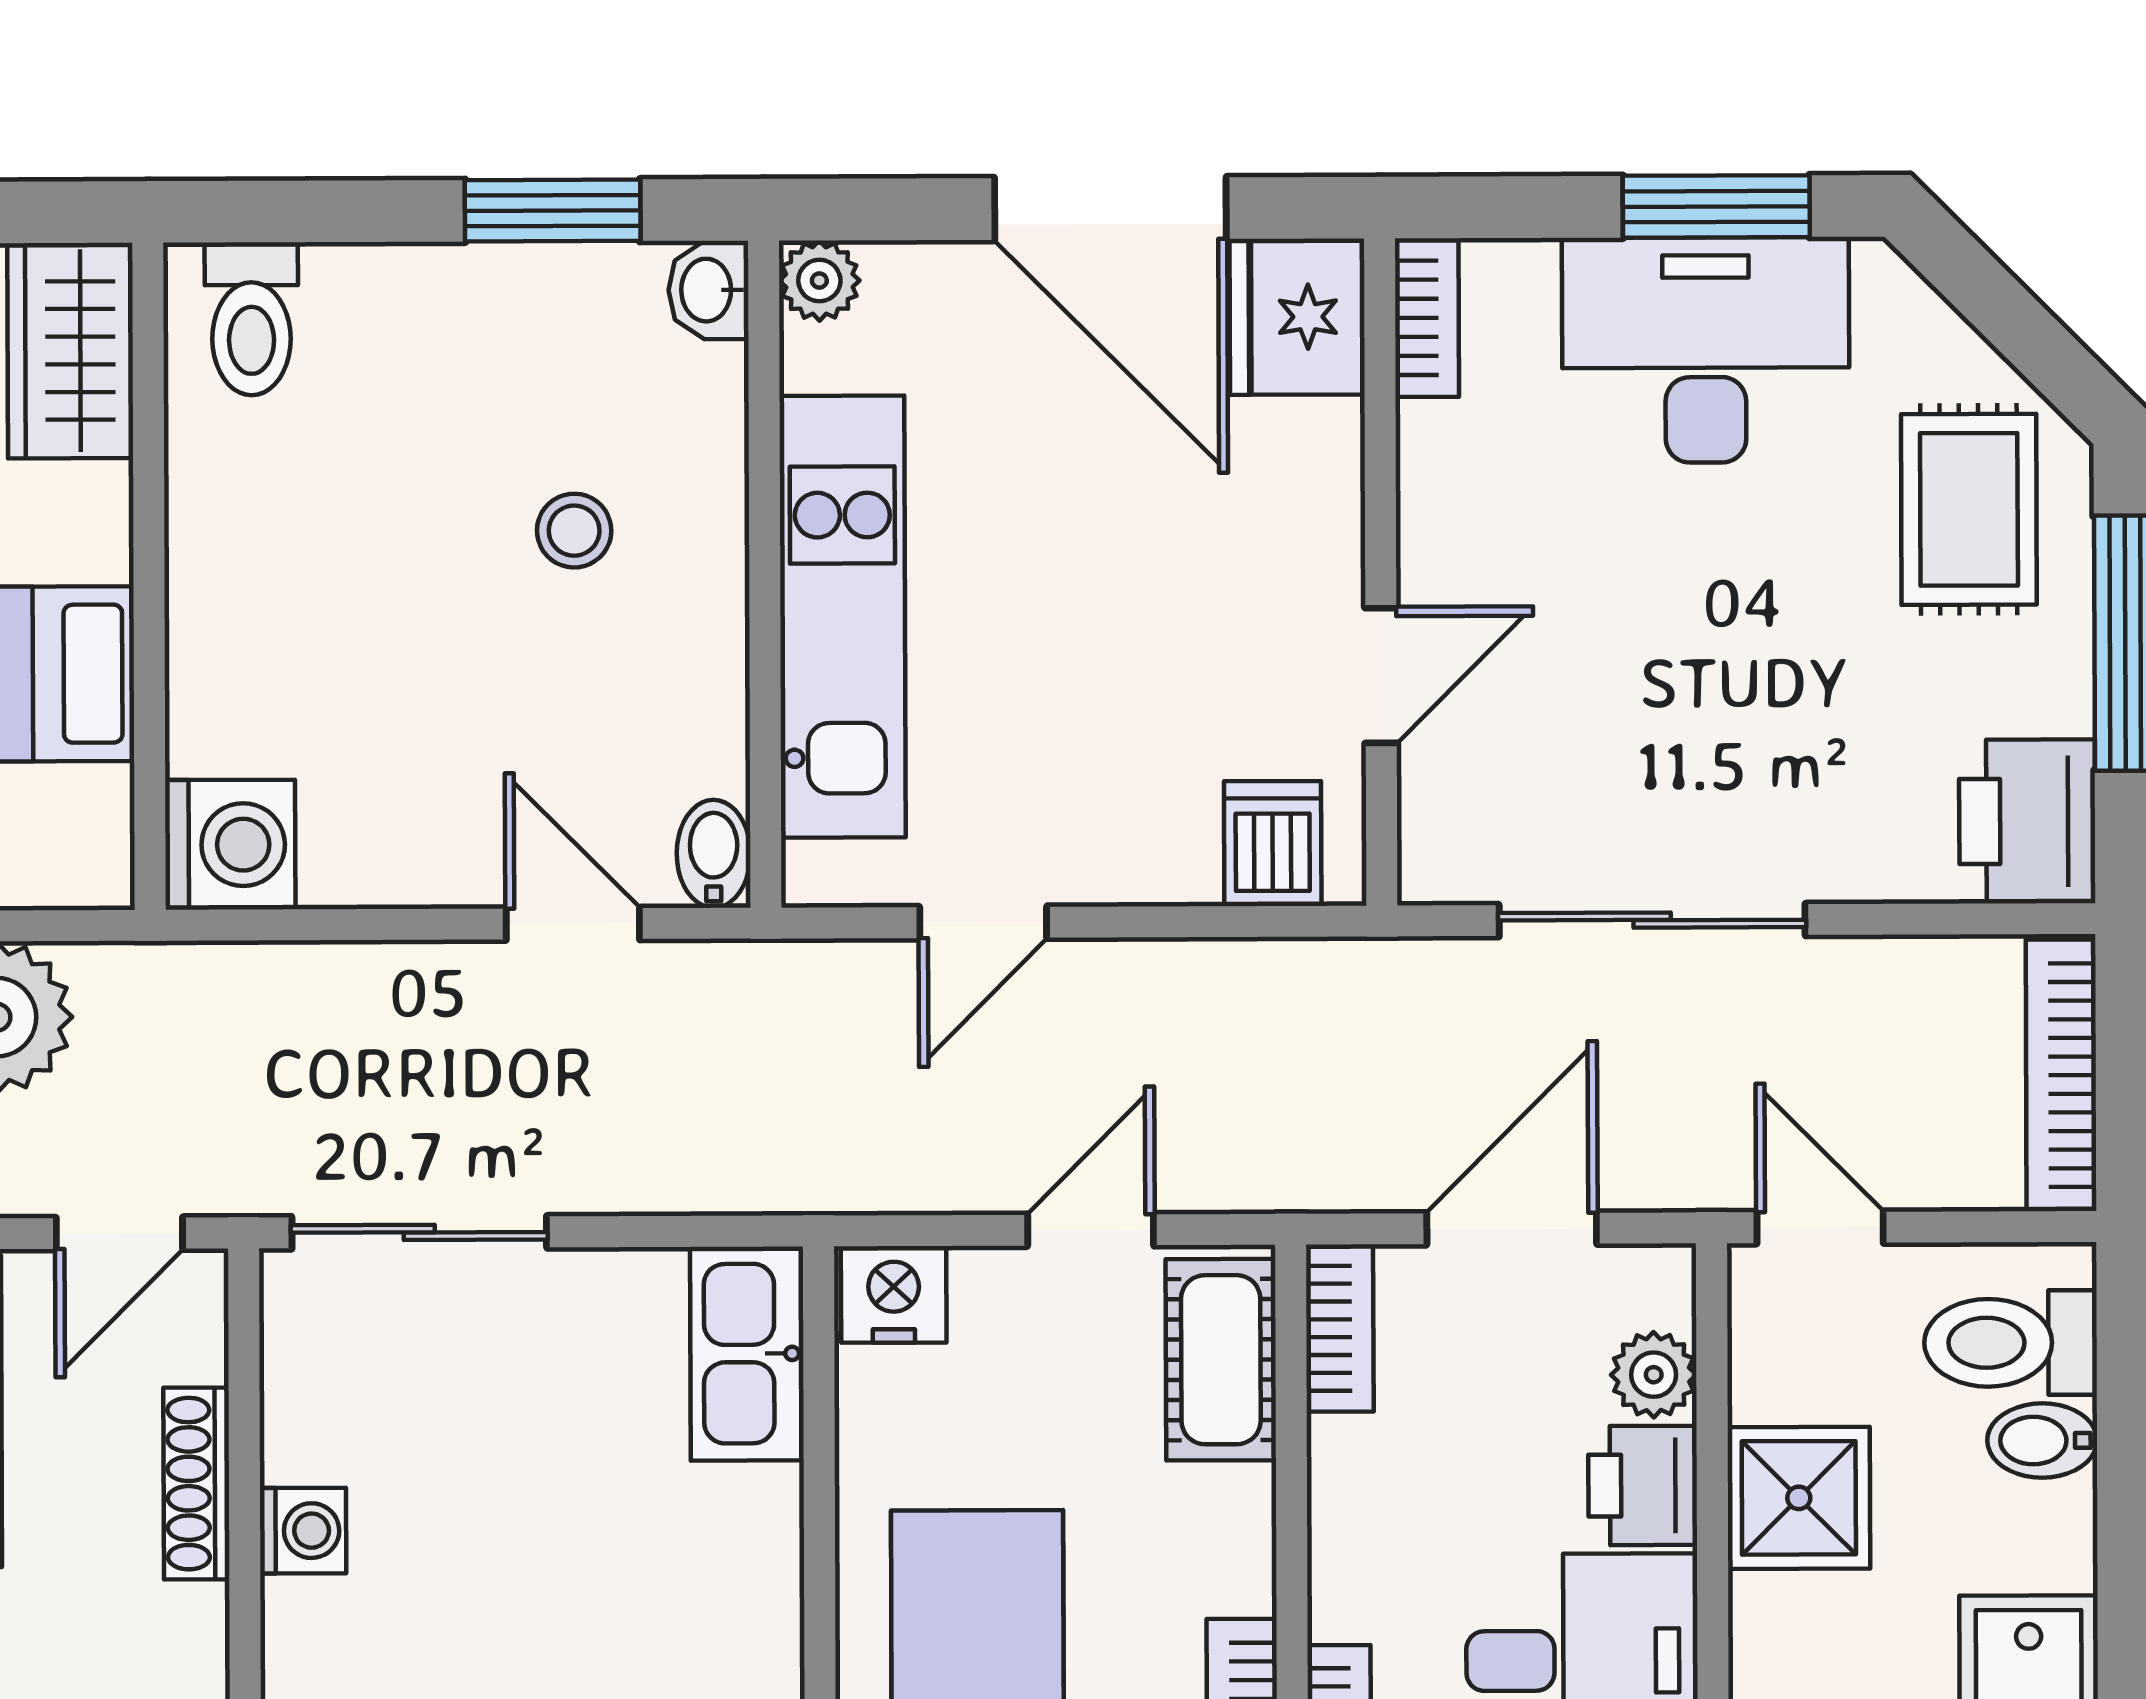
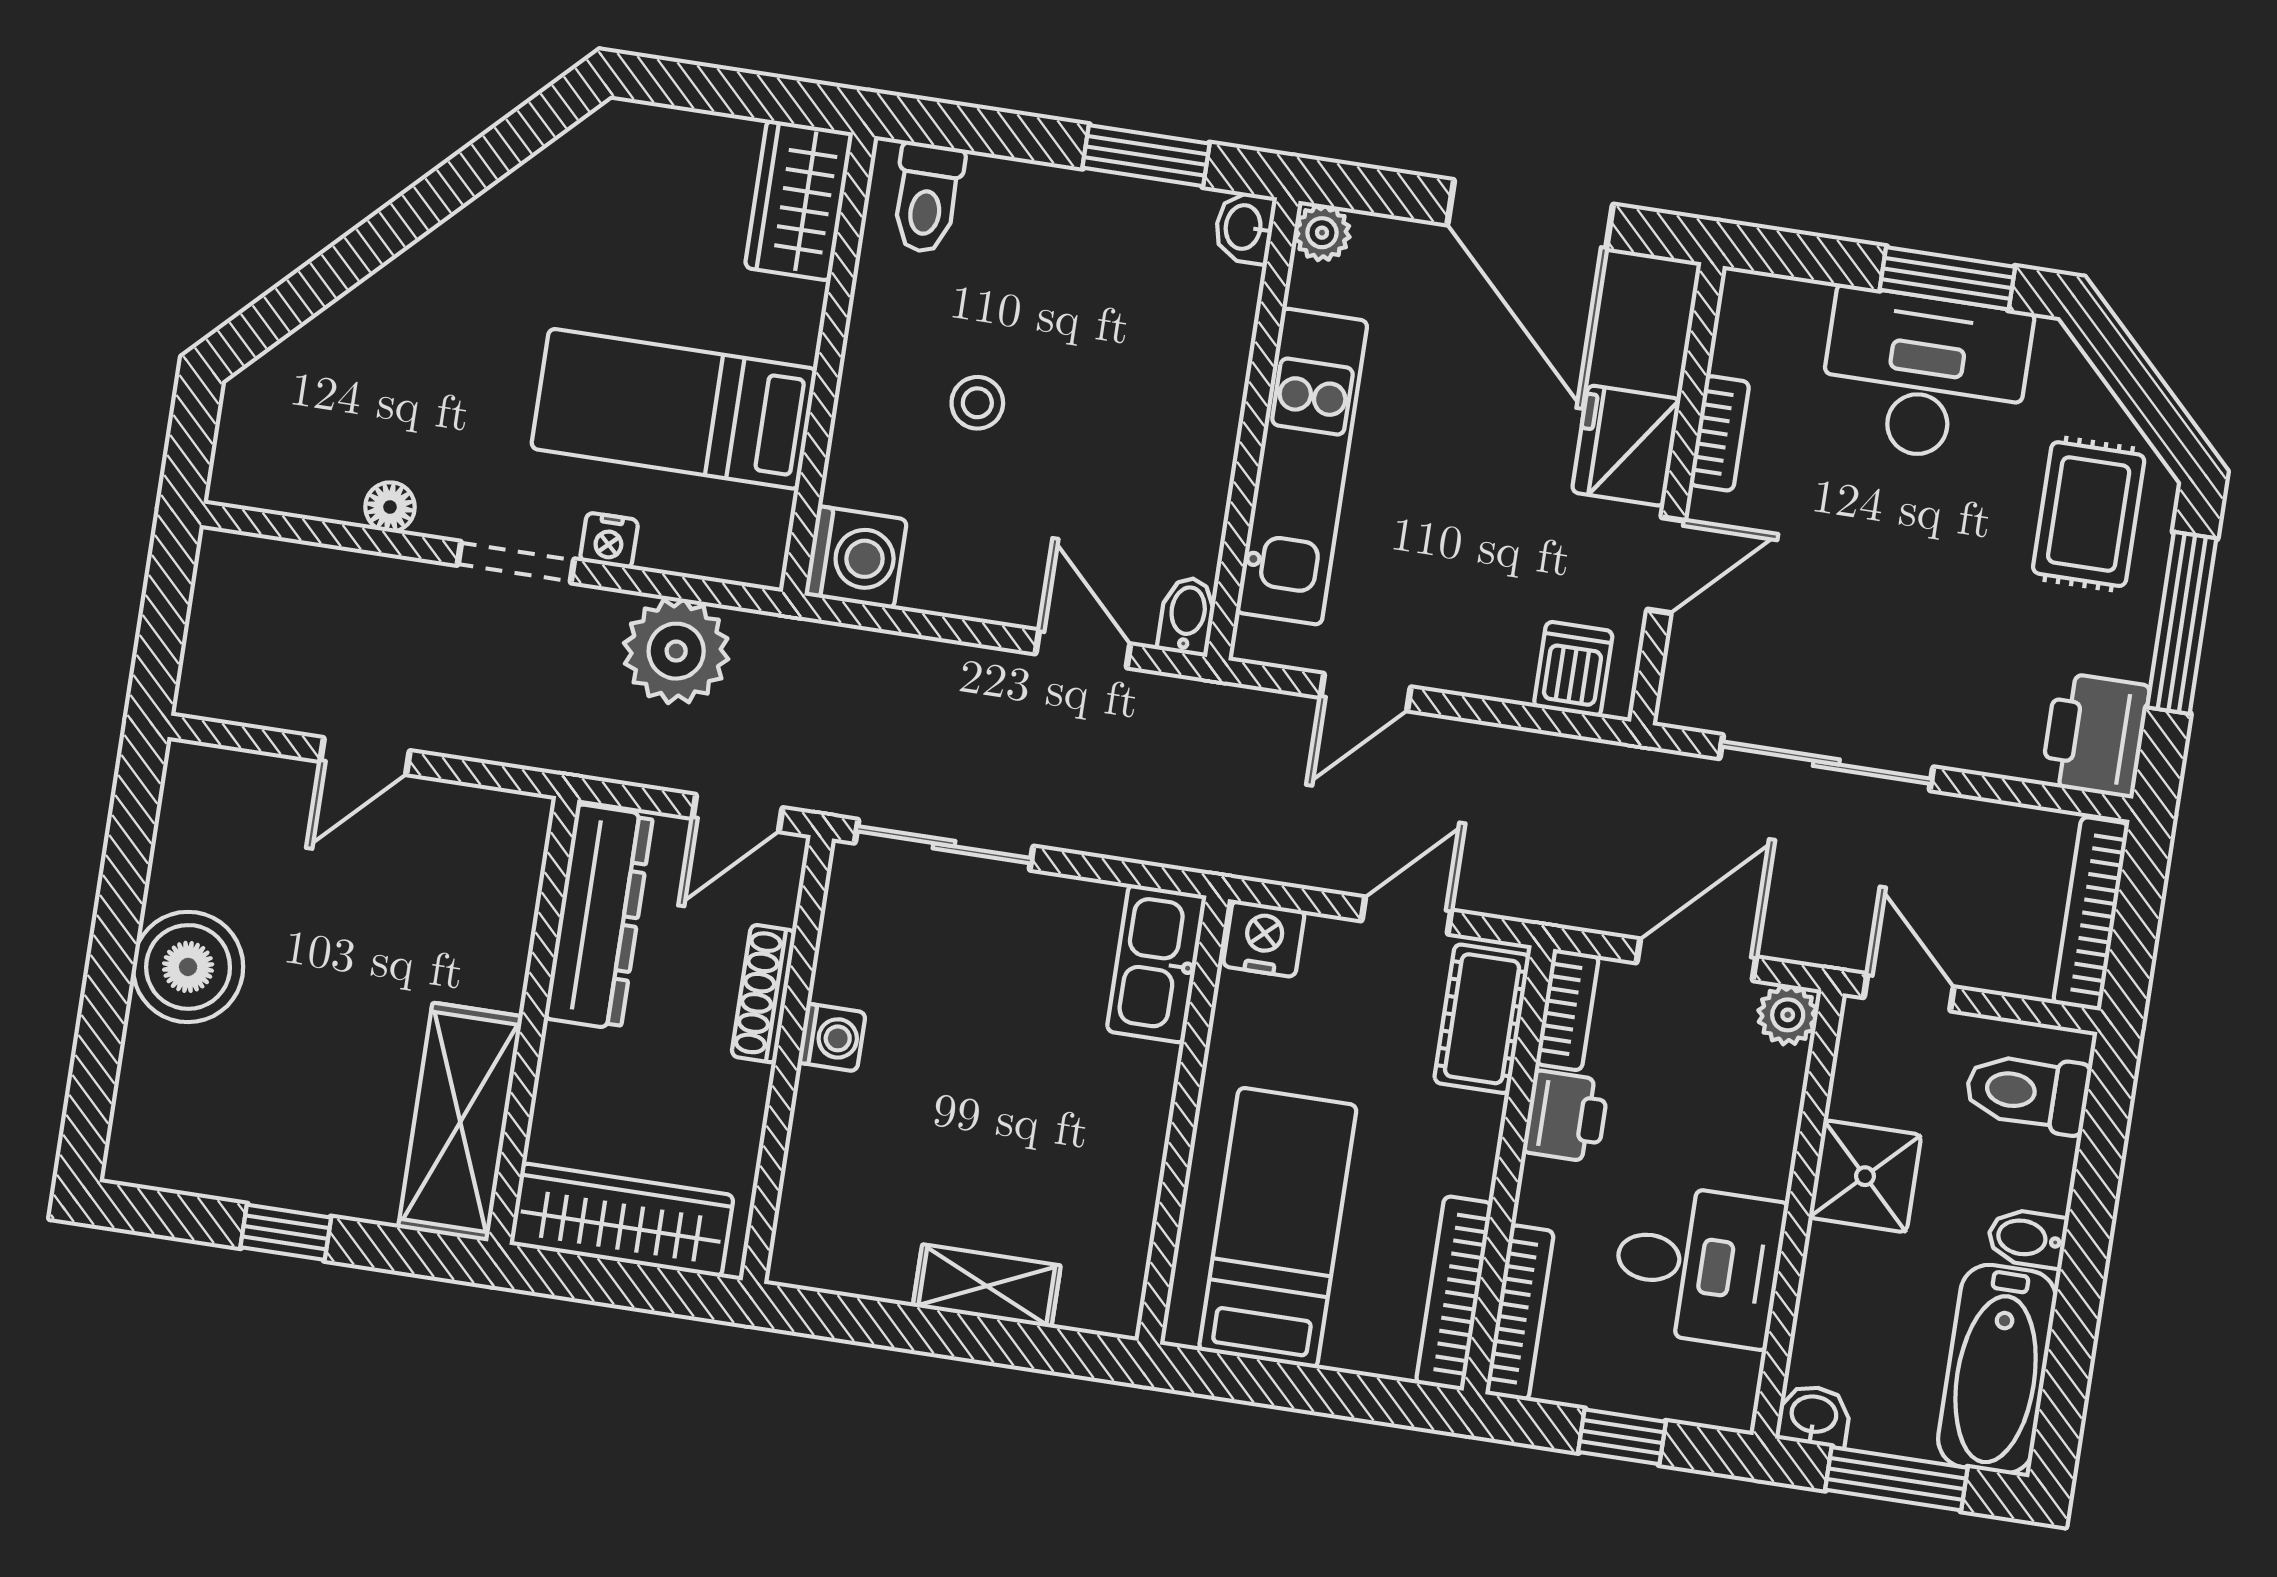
fridge: (1297, 317) -> (1626, 446), moved
bookcase: (1427, 318) -> (1719, 433), moved
stool: (574, 531) -> (977, 403), moved
plant: (1654, 1375) -> (1788, 1015), moved
bidet: (2042, 1440) -> (2027, 1238), moved
printer: (1643, 1485) -> (1566, 1116), moved, turned 180

